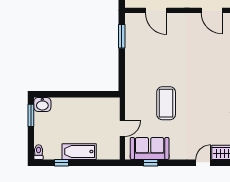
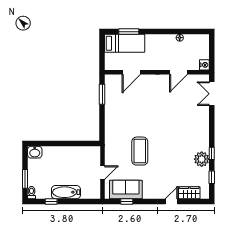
door: (156, 10) -> (131, 72), hinge flipped
door: (212, 10) -> (178, 72), hinge flipped
window: (31, 115) -> (25, 179), moved

